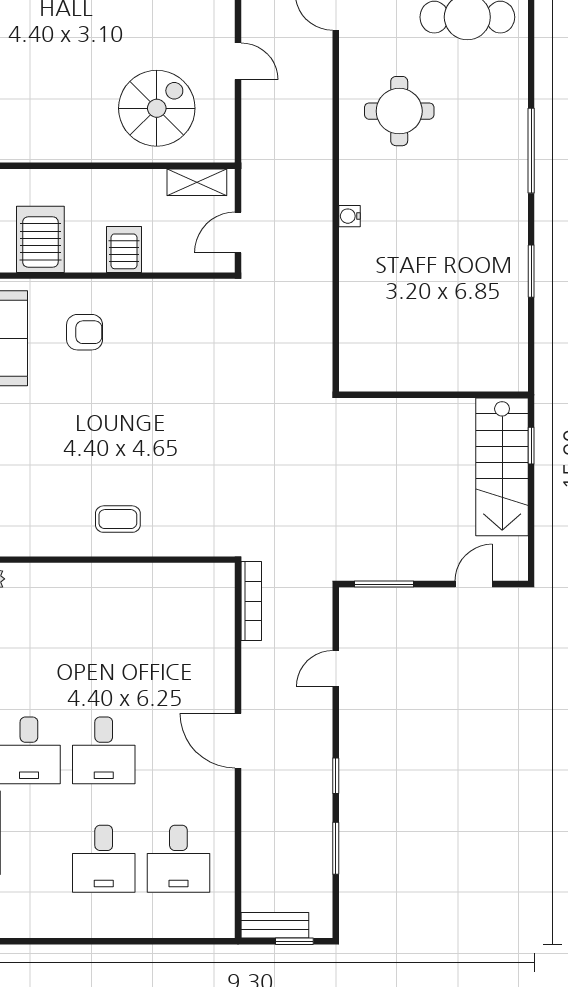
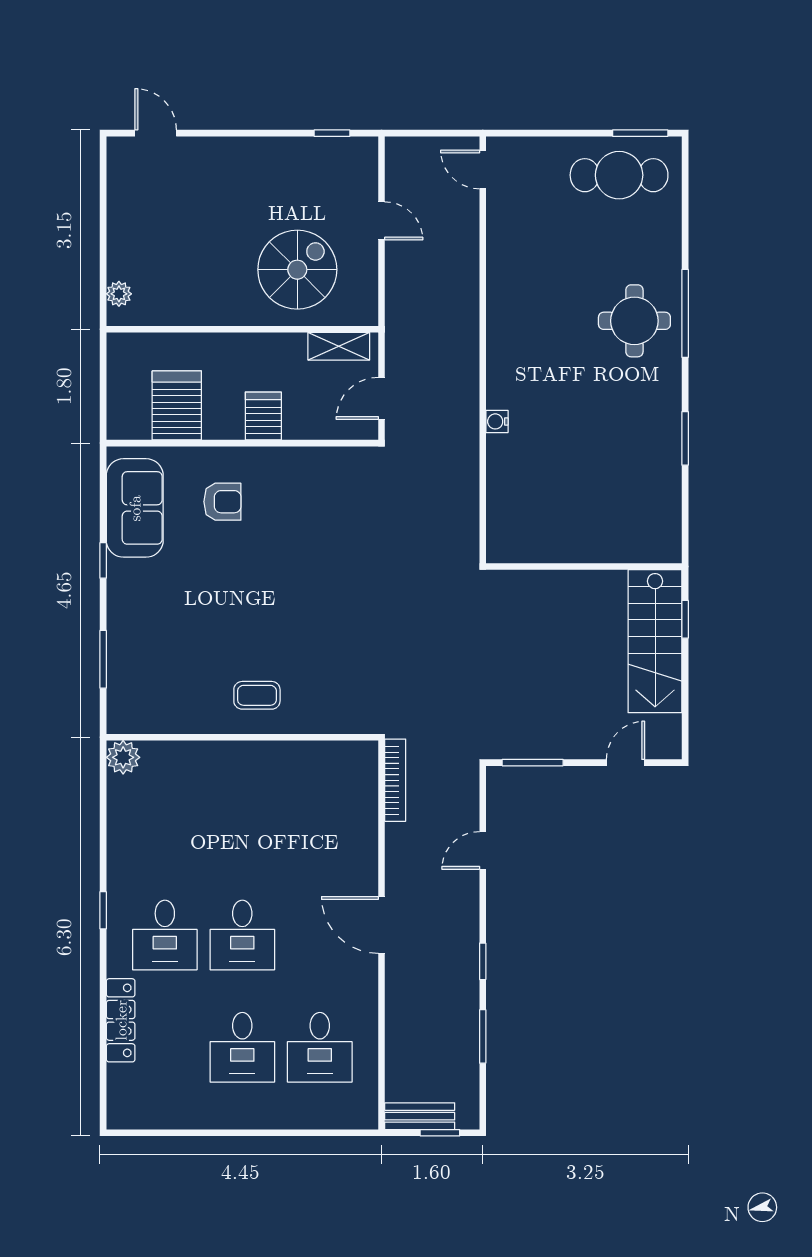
round table: (399, 111) -> (634, 321), moved
water cooler: (349, 216) -> (497, 421), moved

